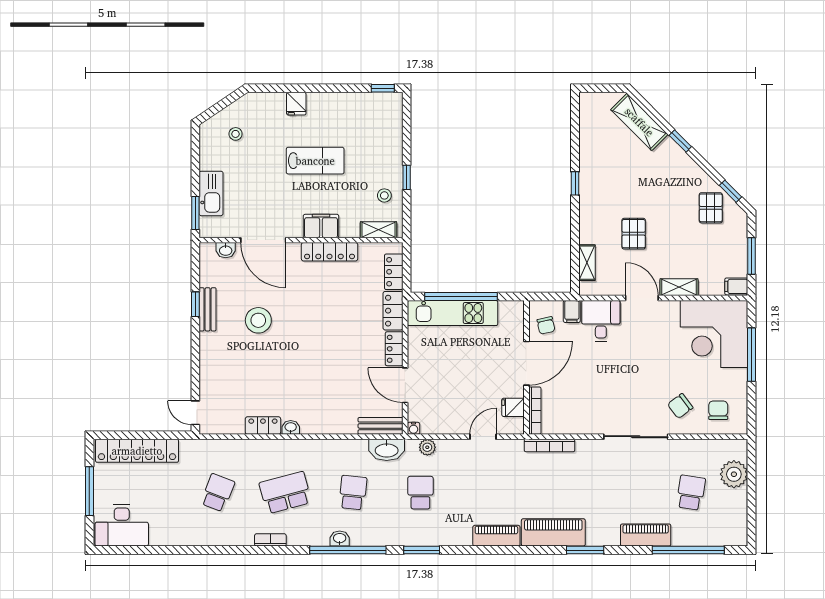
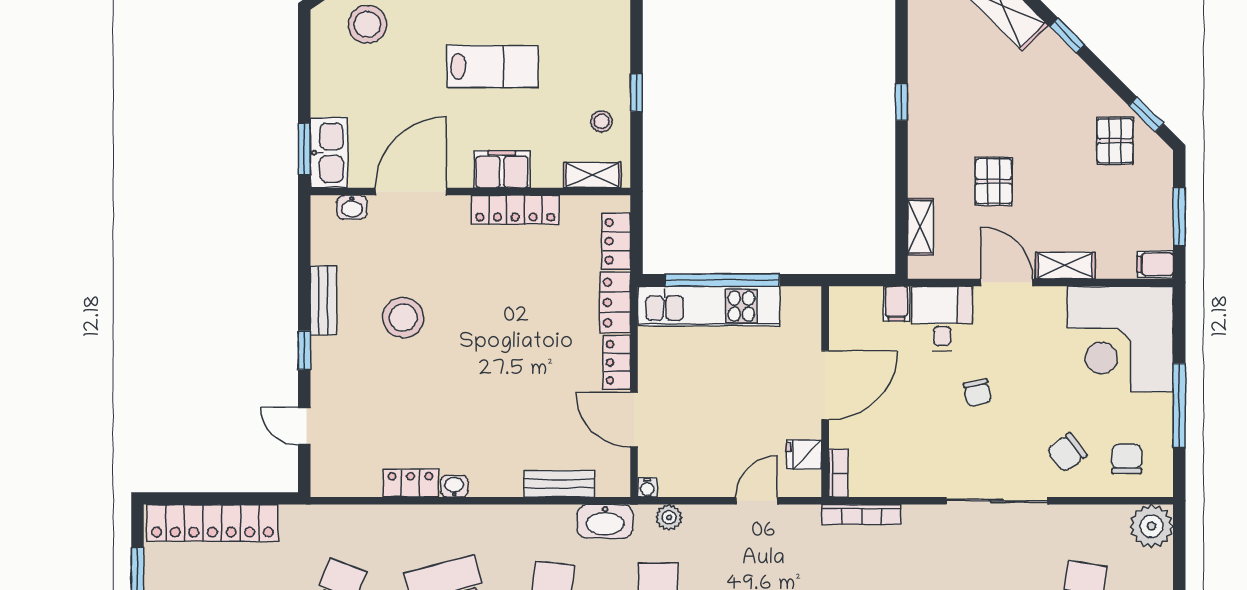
stool: (236, 134) -> (367, 24), width x1.89, depth x1.89
kitchen sink: (211, 193) -> (329, 153), moved
door: (263, 240) -> (411, 192), swing flipped
window: (195, 304) -> (304, 350), moved
chair: (546, 325) -> (977, 393), moved
window: (752, 355) -> (1179, 405), moved
bookcase: (535, 411) -> (838, 473), width x0.64
door: (195, 413) -> (304, 426), moved
bench: (380, 426) -> (559, 484), moved
plant: (734, 474) -> (1151, 526), moved

